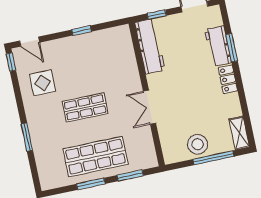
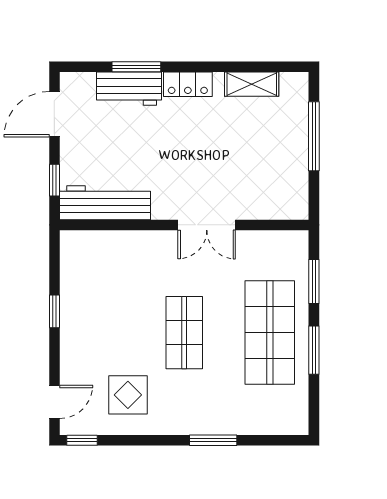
shelving: (239, 133) -> (252, 84), moved
stool: (198, 144) -> (286, 158), removed

